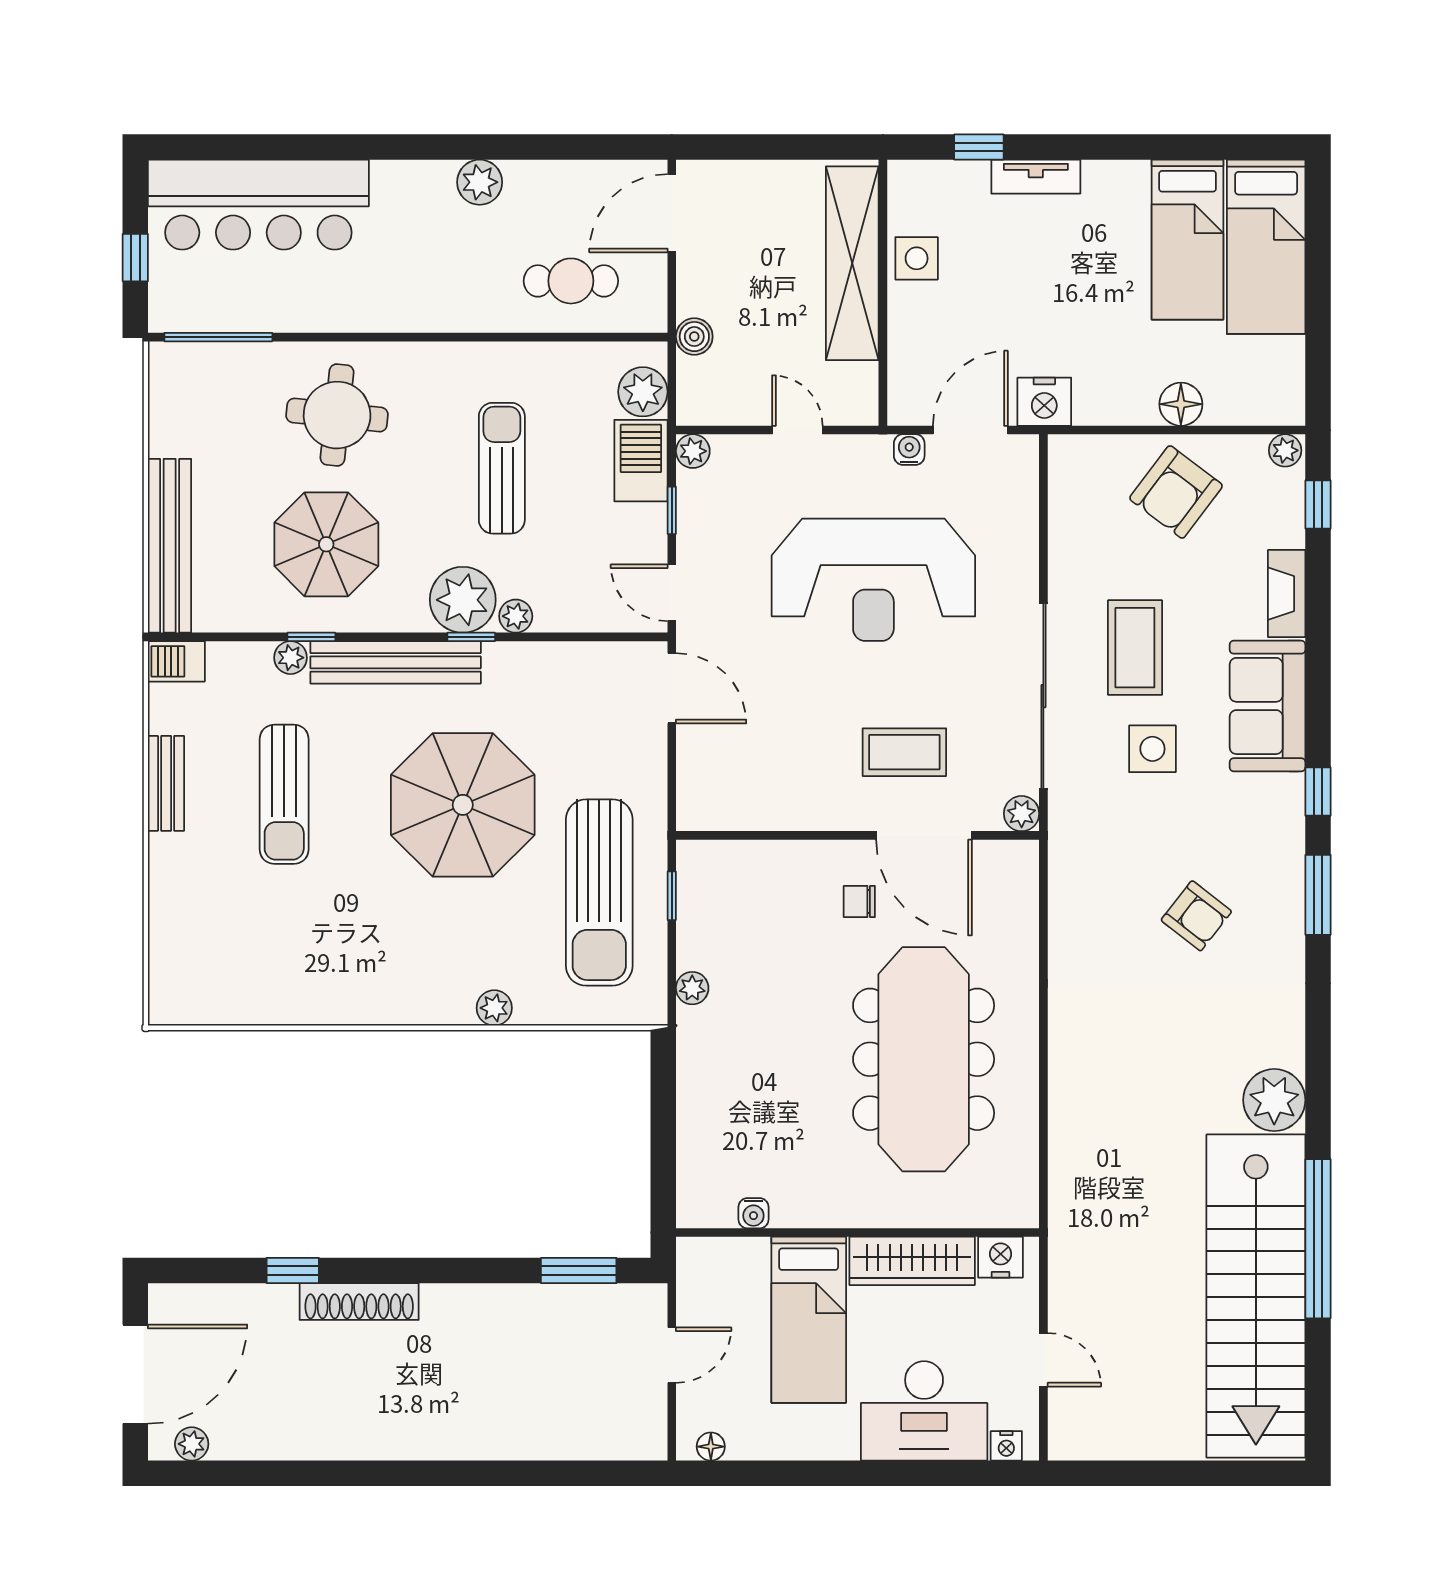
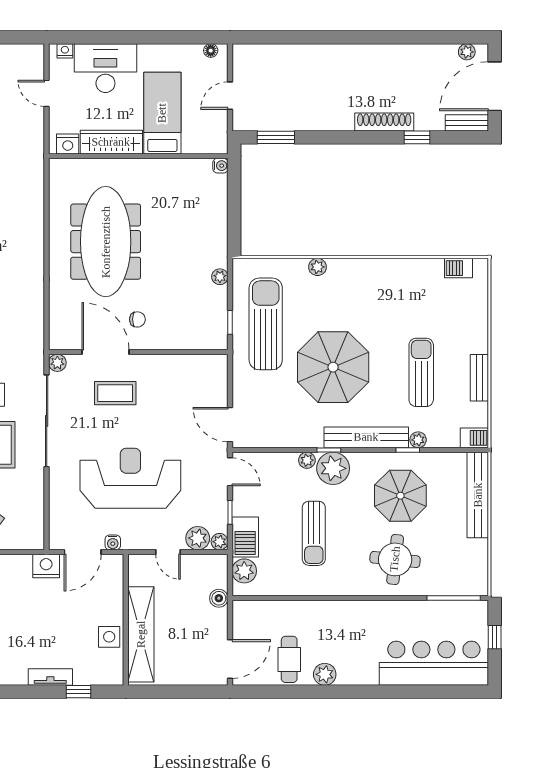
cafe table: (571, 281) -> (289, 659), moved, turned 90
plant: (737, 458) -> (198, 538), added
barbecue: (208, 1006) -> (459, 268), added
water cooler: (753, 1213) -> (220, 166), moved, turned 90
bench: (192, 1300) -> (467, 123), added

